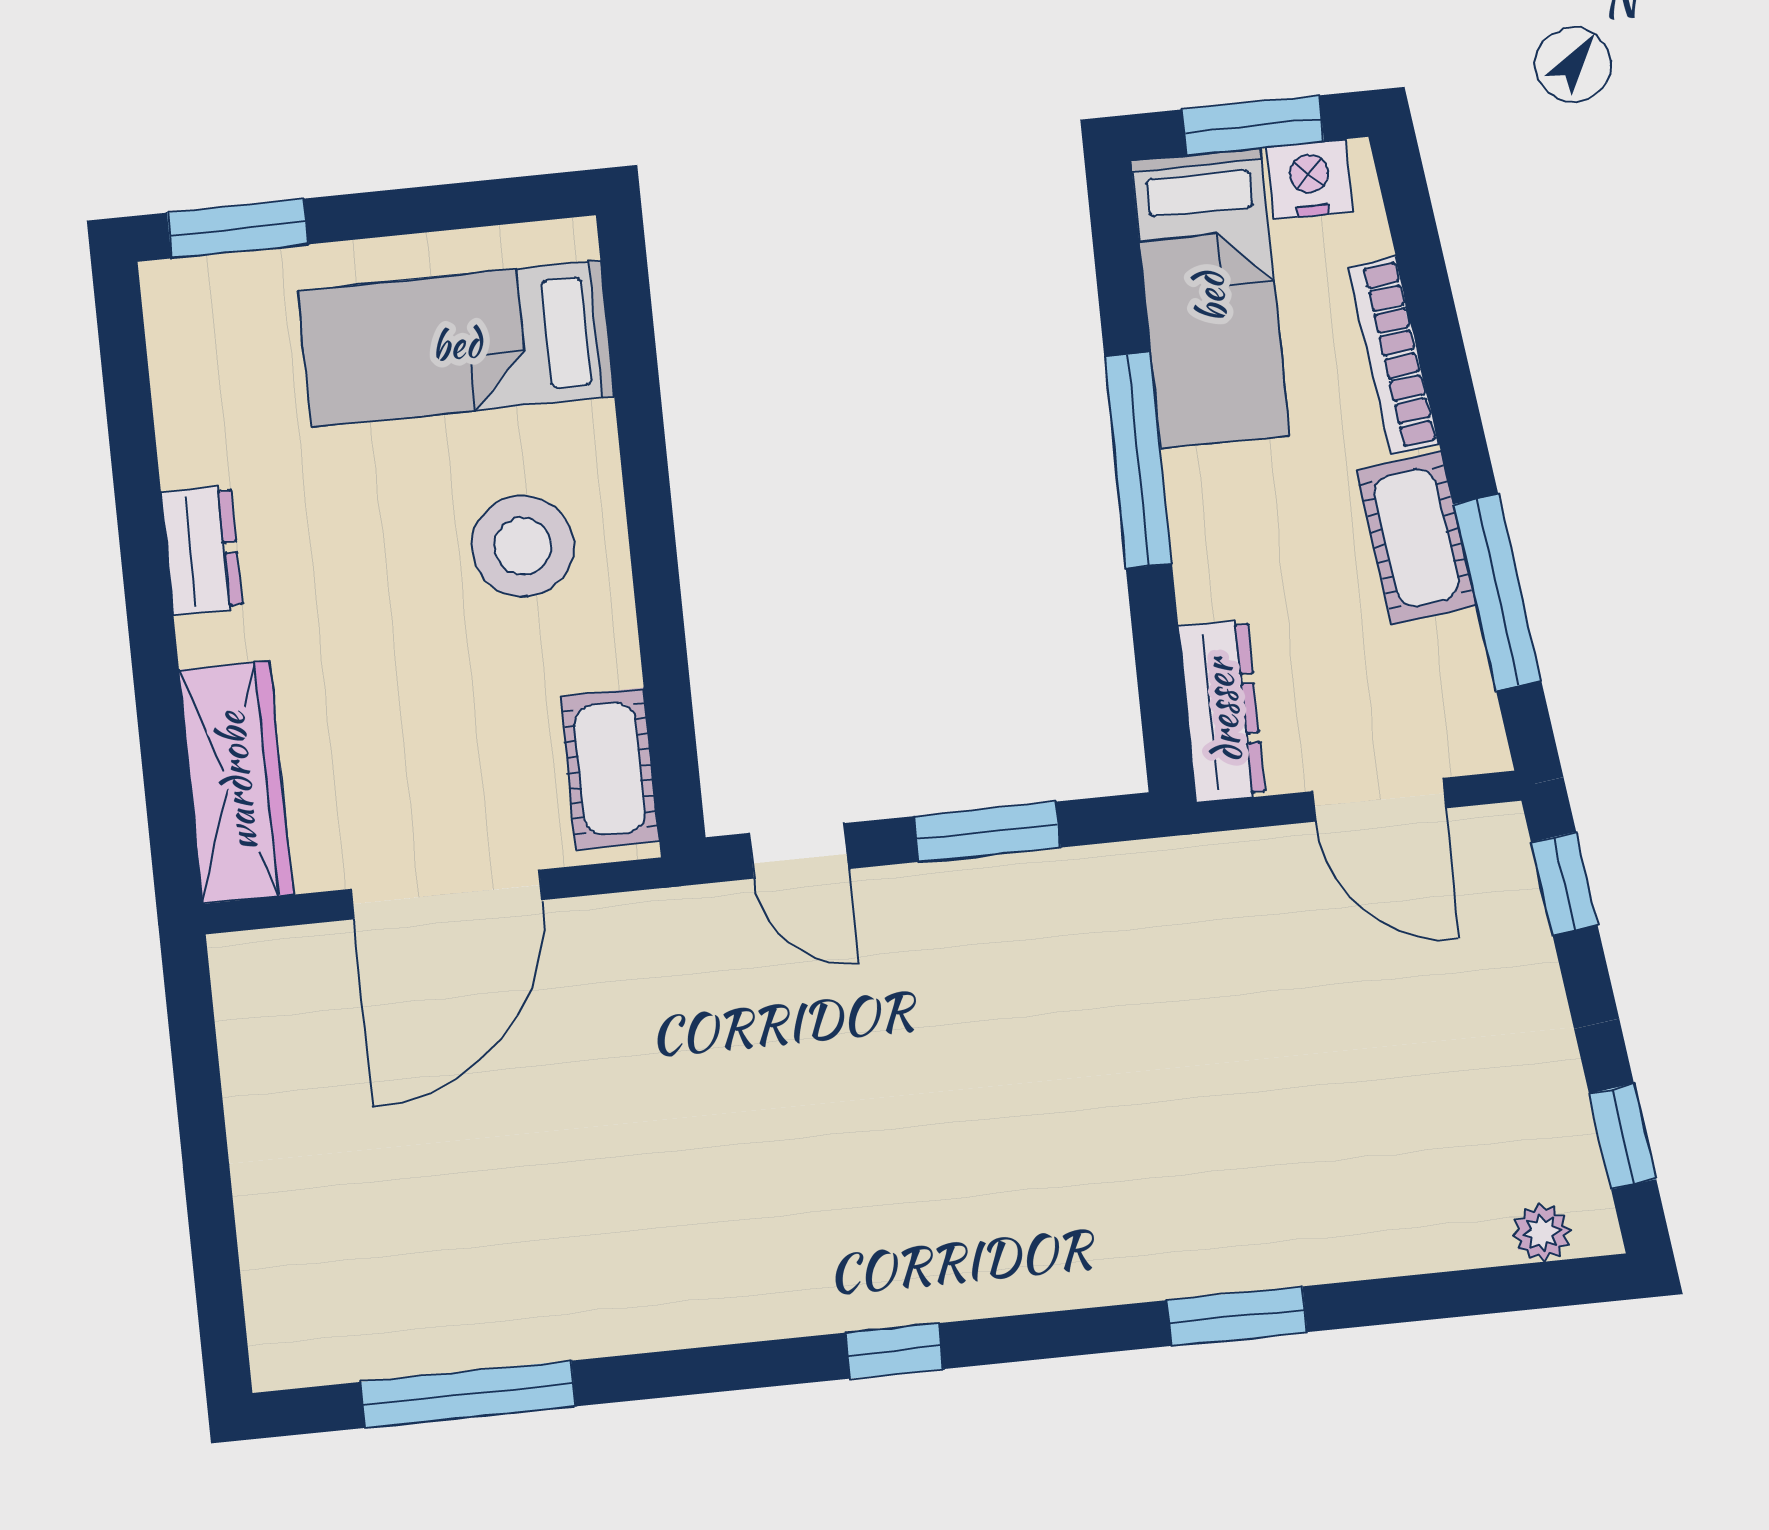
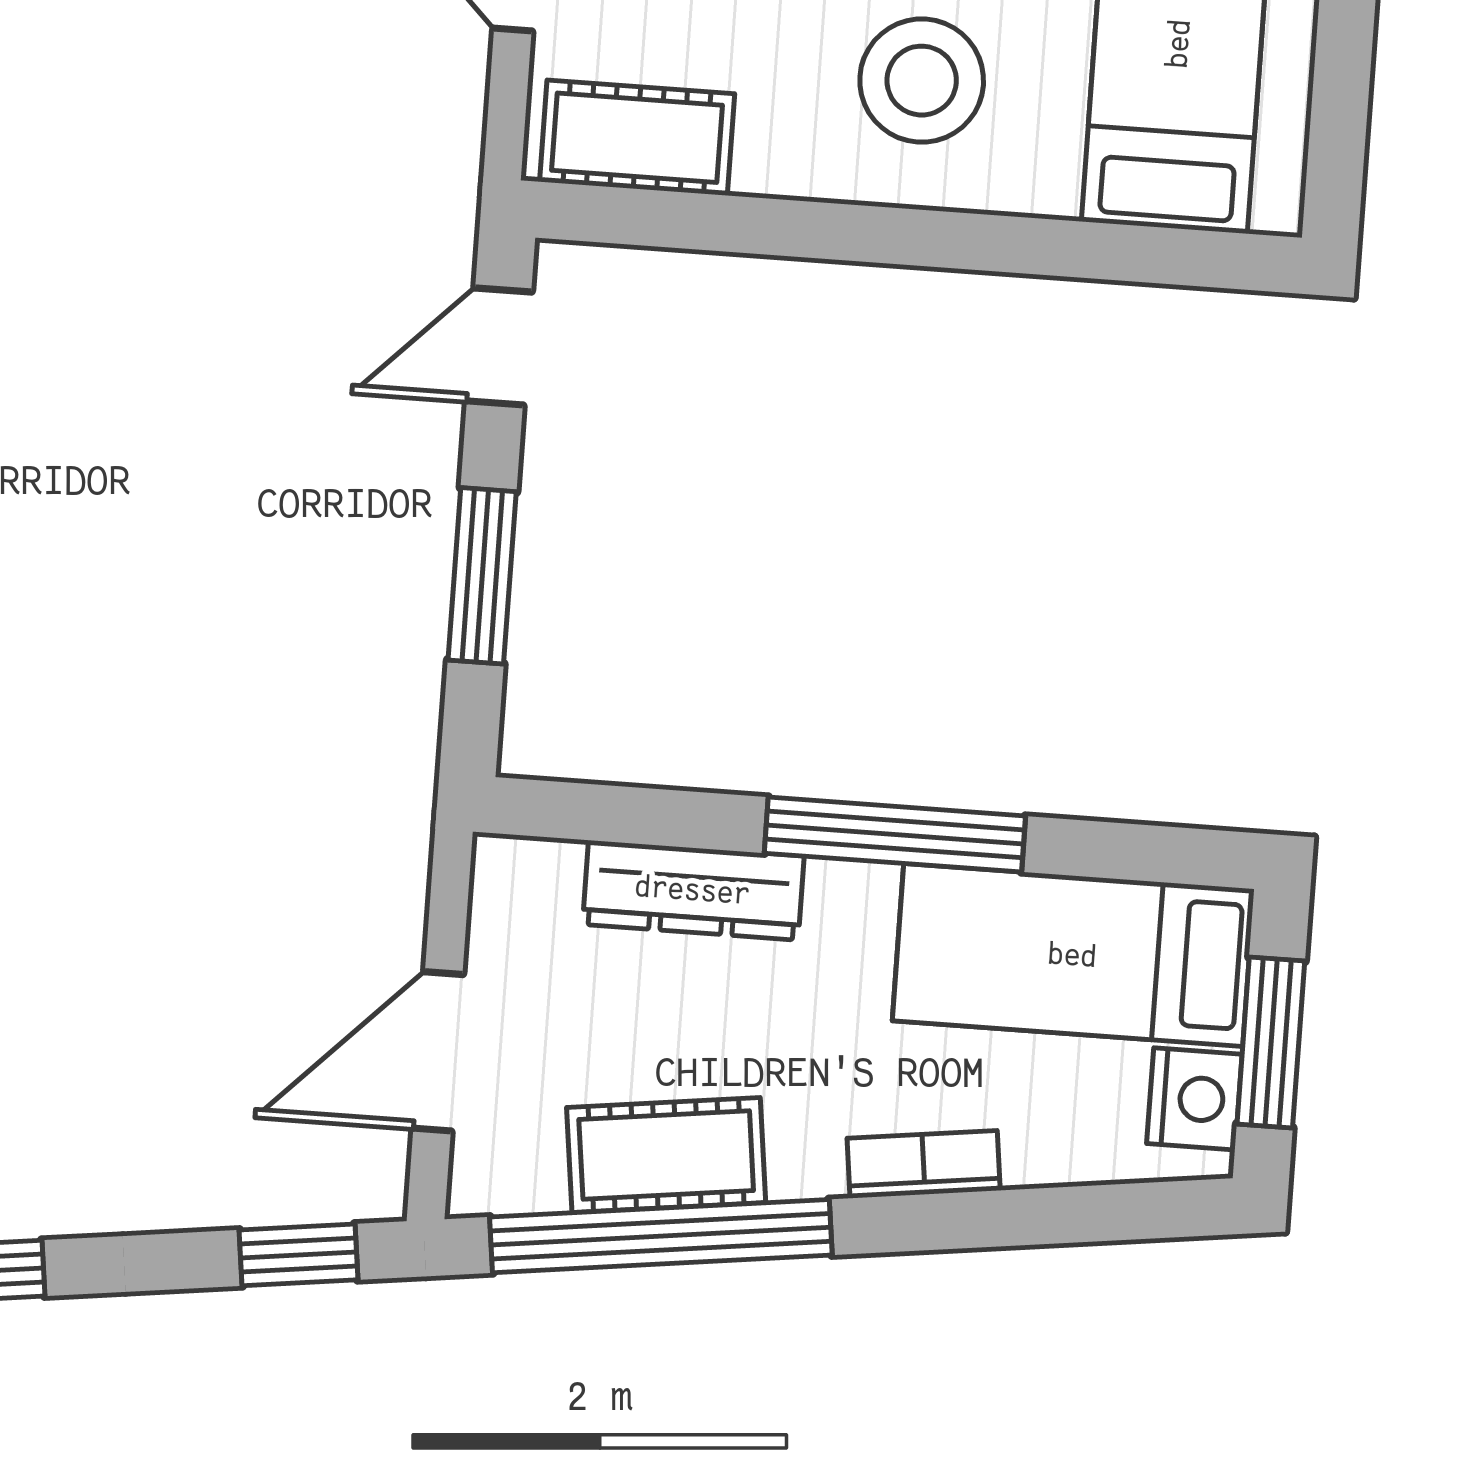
bookcase: (1394, 356) -> (924, 1164), width x0.64
cot: (1416, 538) -> (666, 1155), moved
window: (1497, 592) -> (661, 1236), width x1.46
dresser: (1222, 711) -> (693, 890), moved

